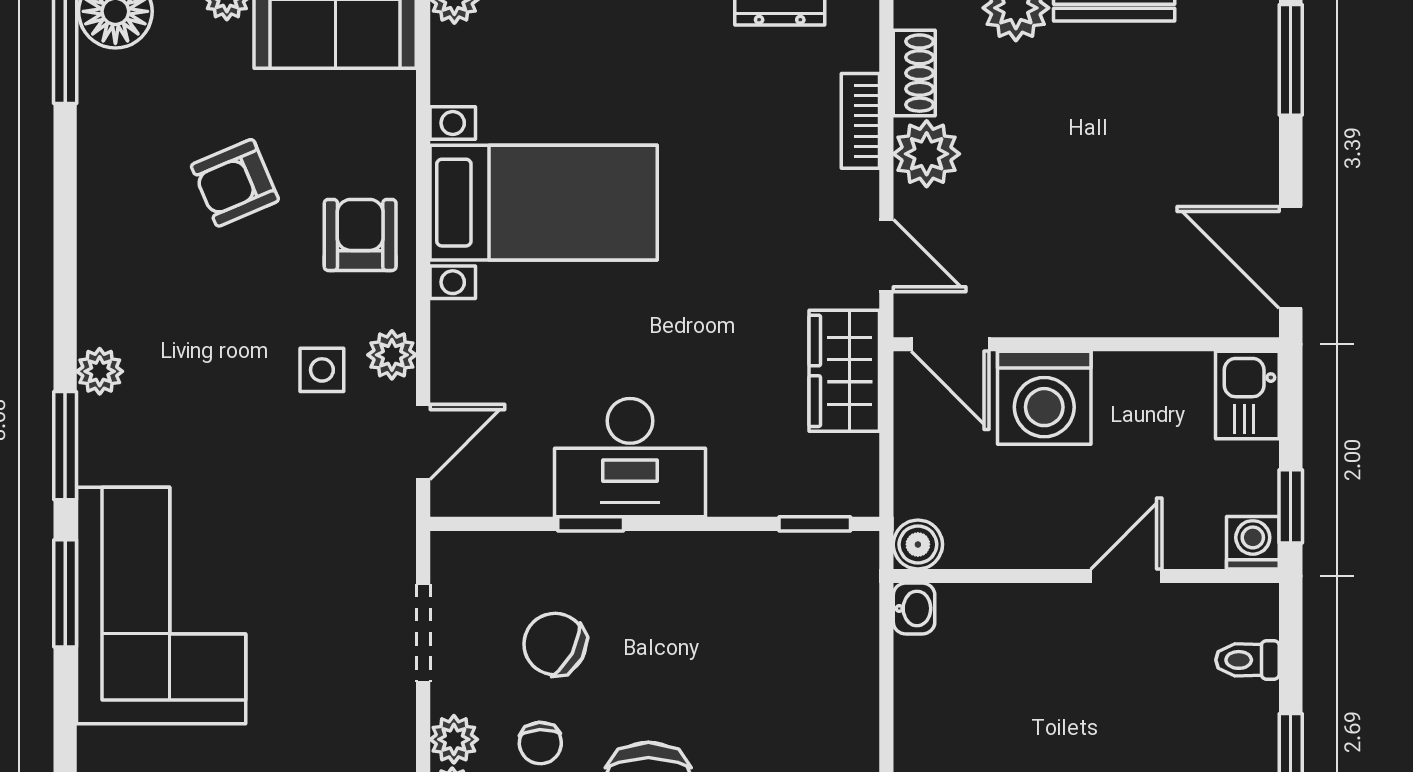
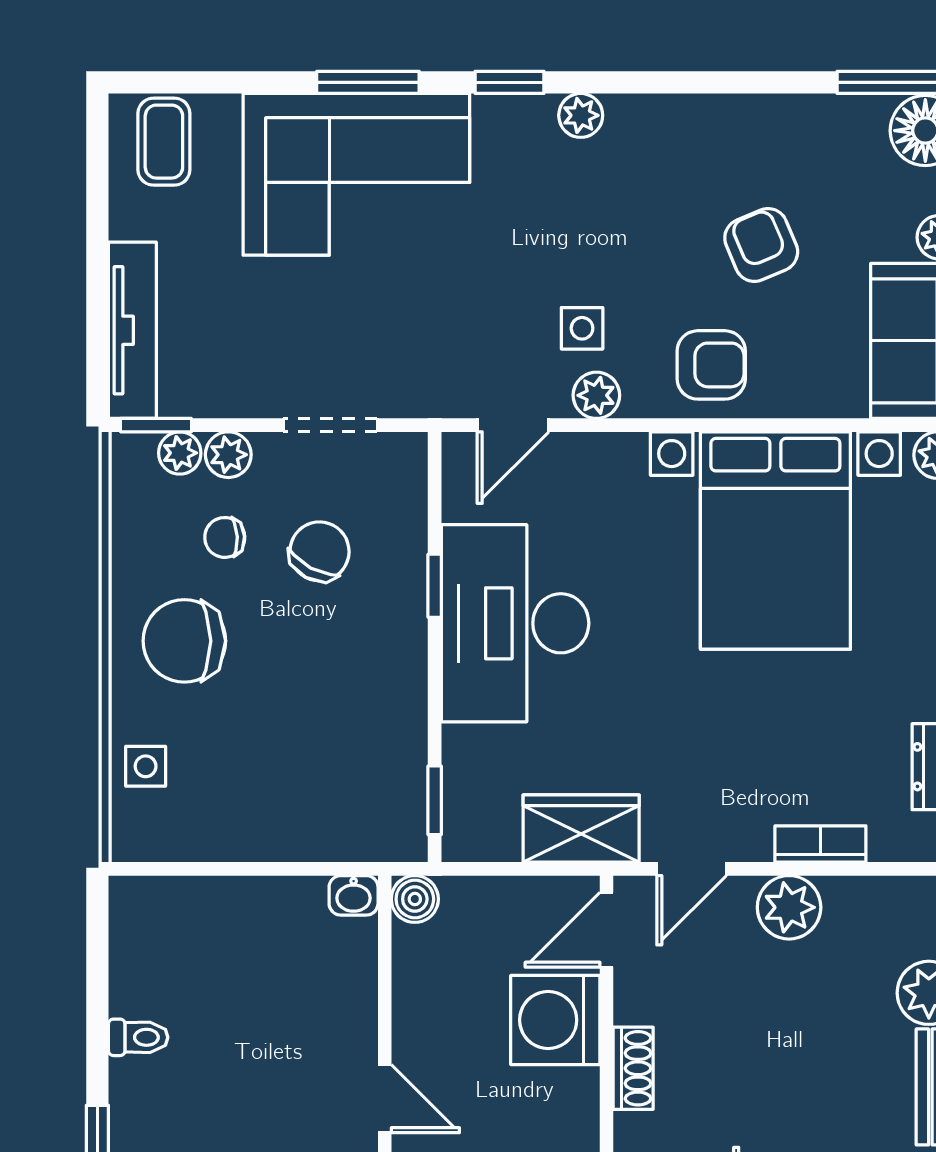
shoe rack: (914, 73) -> (633, 1068), moved, turned -90
bed with nightstands: (544, 203) -> (775, 541), width x1.36
door: (423, 442) -> (513, 425), hinge flipped
window: (65, 446) -> (510, 82), width x0.67
desk: (630, 458) -> (515, 623), width x1.36, depth x1.30

